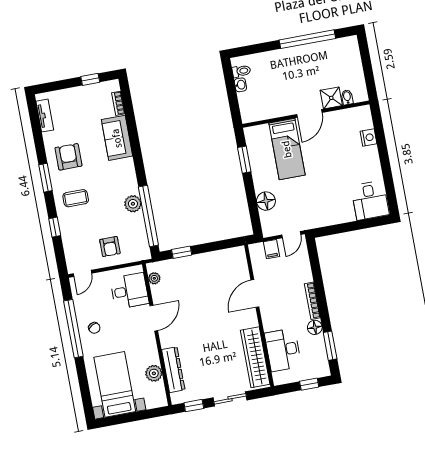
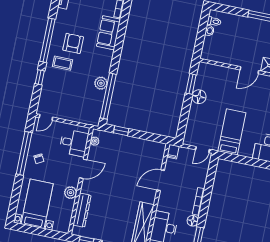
bed: (287, 149) -> (232, 132), moved, turned 180
armchair: (68, 157) -> (73, 43), moved
window: (45, 178) -> (47, 40), width x2.11
floor lamp: (266, 201) -> (199, 97), moved
armchair: (110, 247) -> (73, 106), removed
filing cabinet: (271, 249) -> (173, 152), moved
plant: (154, 373) -> (71, 193), moved

